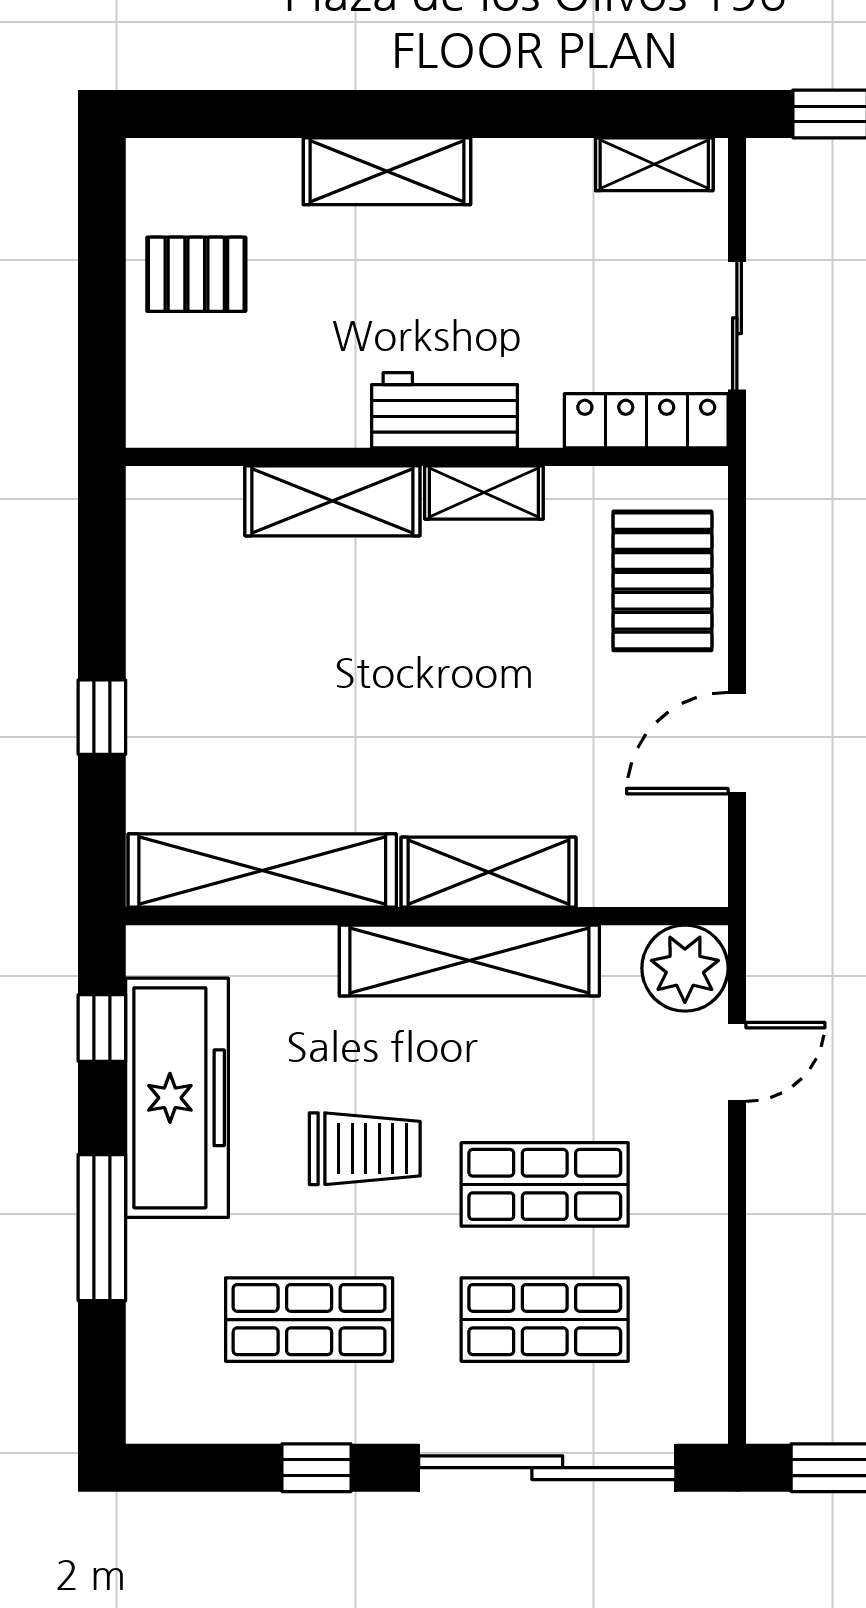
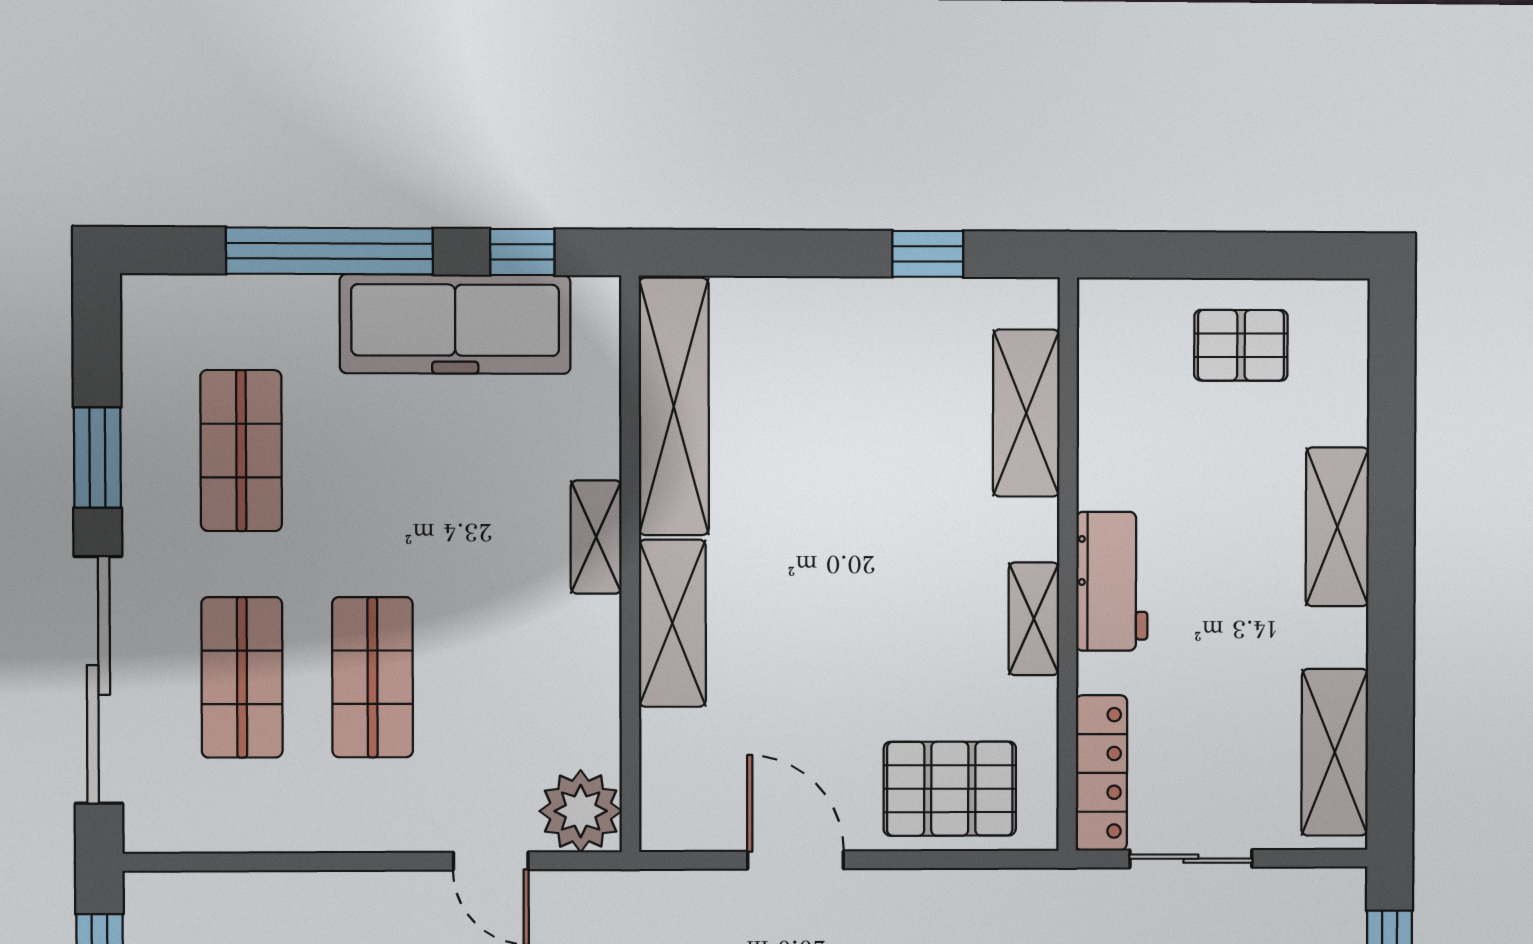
shelving: (654, 164) -> (1335, 752), width x1.50, depth x1.33
pallet: (196, 274) -> (1241, 345), turned 90
shelving: (332, 501) -> (1026, 413), moved
window: (102, 717) -> (928, 254), moved
shelving: (469, 960) -> (596, 537), width x0.45, depth x0.75
trolley: (365, 1149) -> (407, 504), removed
window: (102, 1228) -> (330, 251), width x1.46
window: (317, 1468) -> (97, 457), width x1.50

